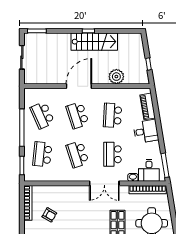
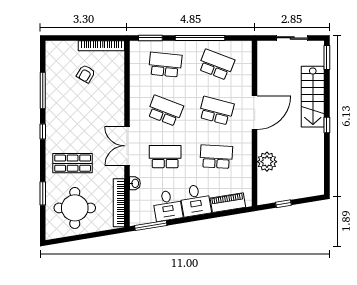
stairs: (94, 42) -> (313, 97), moved
door: (79, 86) -> (255, 113), hinge flipped
school desk: (42, 115) -> (216, 65), turned 45
school desk: (77, 115) -> (216, 111), turned 33
school desk: (77, 154) -> (165, 111), turned 39
desk: (149, 170) -> (167, 205), moved, turned -99

